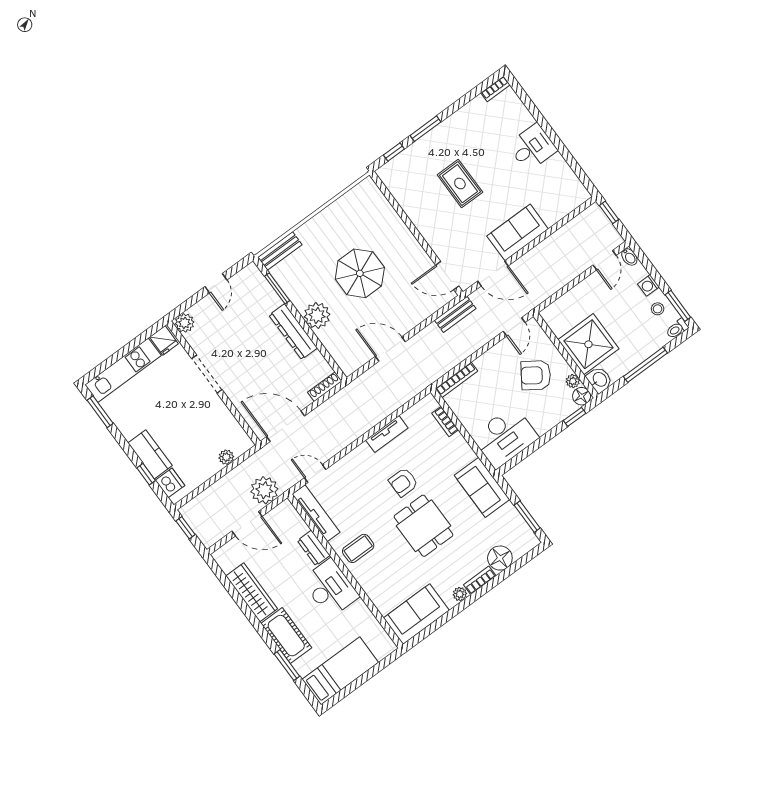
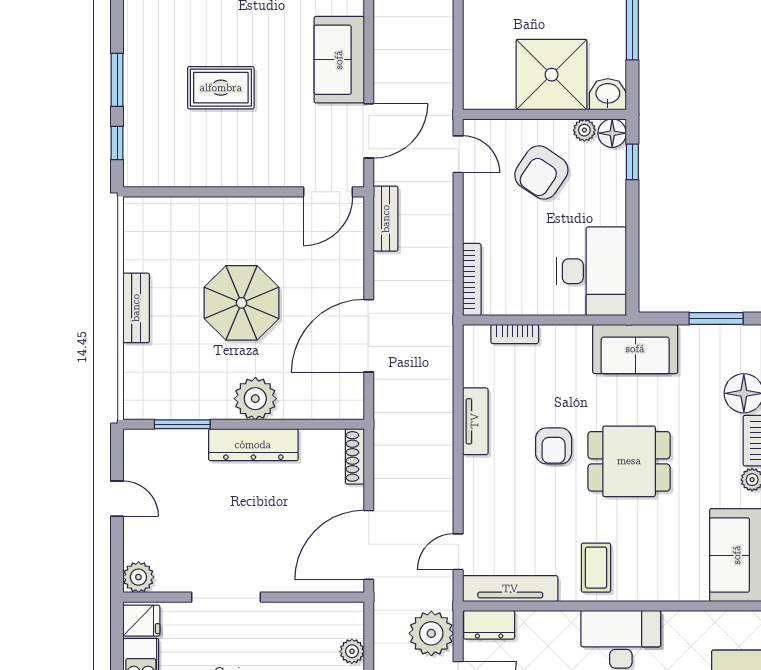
bench: (280, 251) -> (136, 308), moved
door: (390, 349) -> (369, 336), width x1.36
dresser: (314, 548) -> (489, 625), moved

